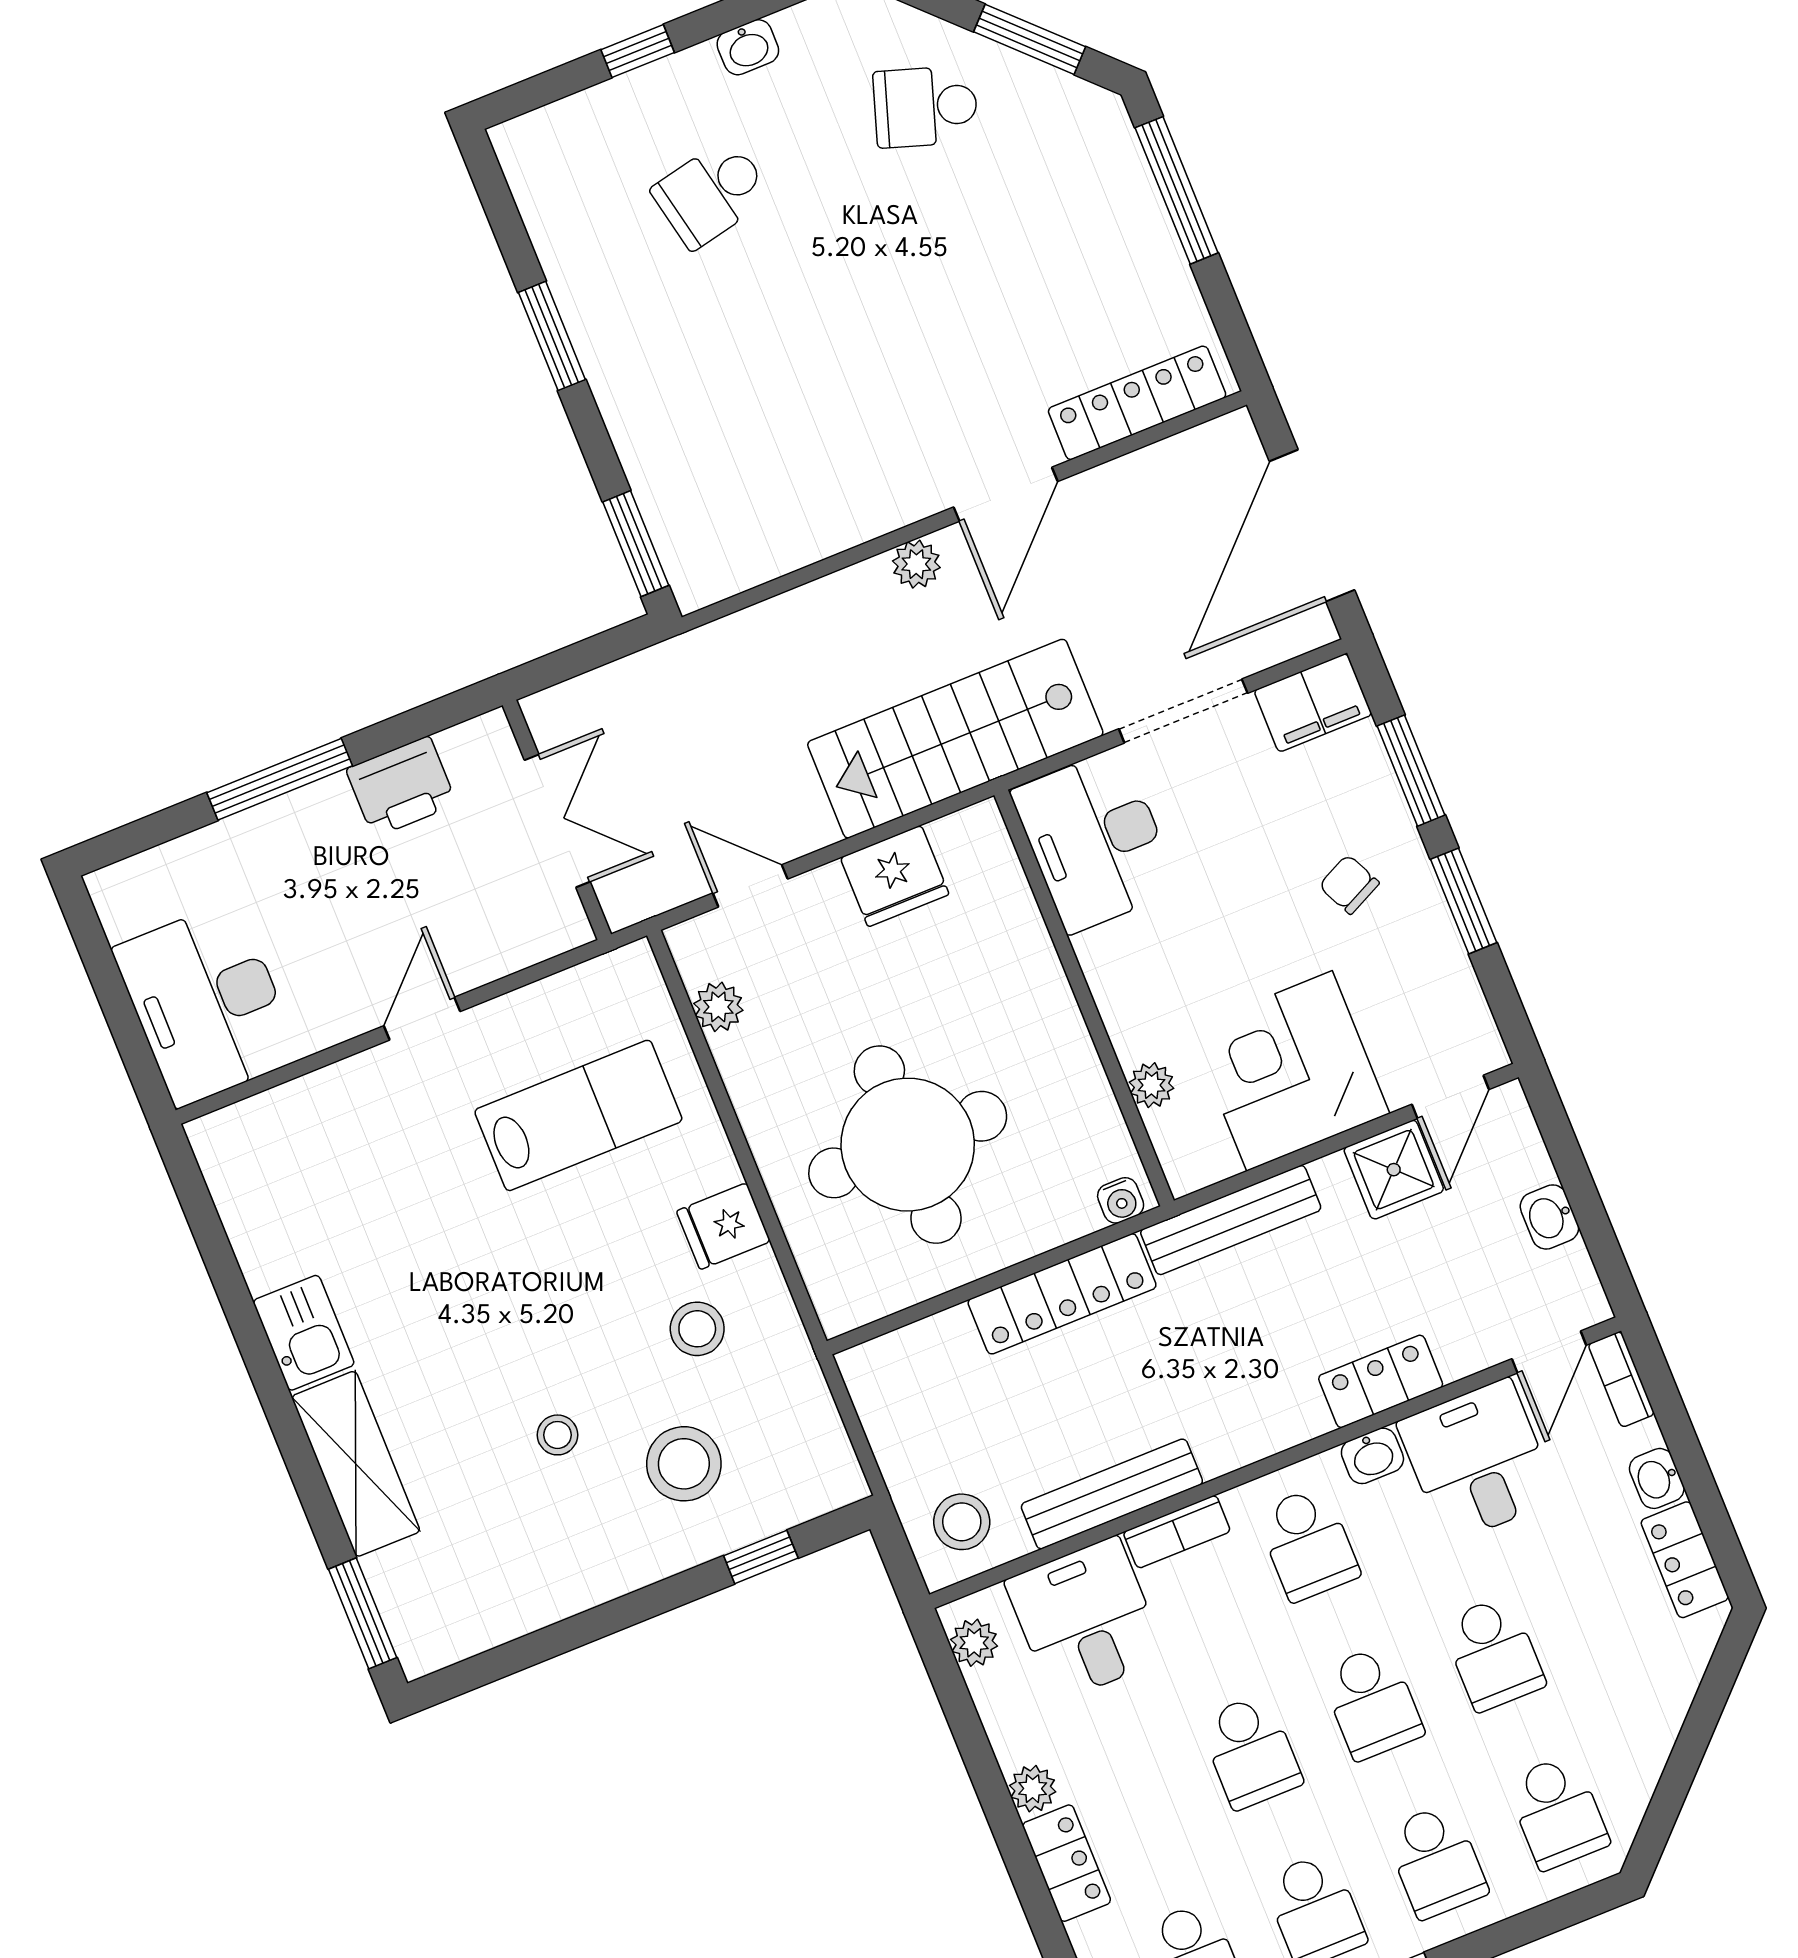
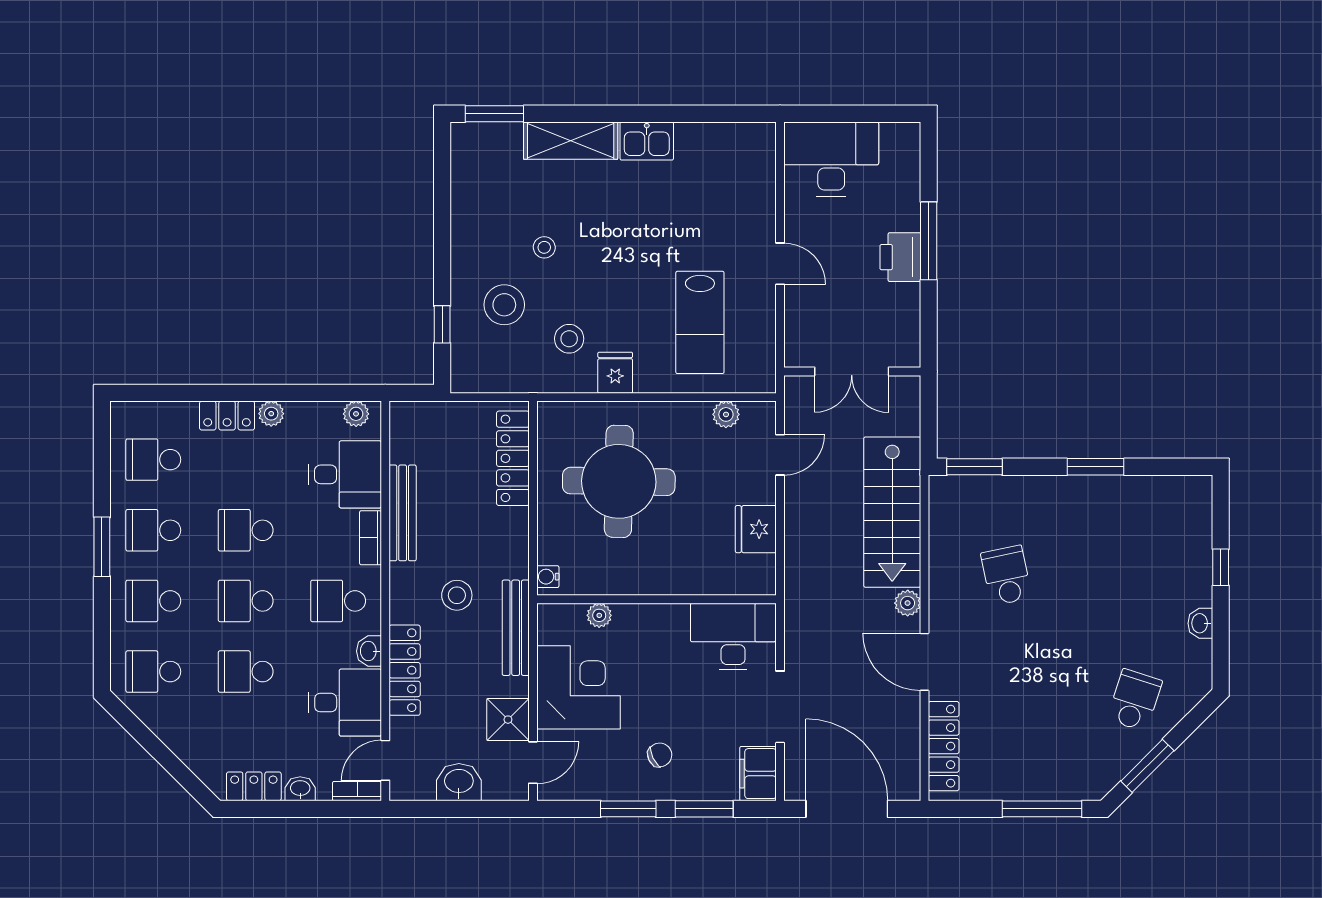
school desk: (711, 193) -> (1006, 575), moved
stairs: (955, 739) -> (892, 512), moved, turned 180
printer: (401, 787) -> (900, 257), moved
door: (1450, 1097) -> (533, 763), swing flipped
washbasin: (1549, 1217) -> (459, 782), width x1.38, depth x1.45
locker: (1062, 1294) -> (513, 458), moved
door: (1549, 1352) -> (385, 760), hinge flipped
locker: (1381, 1381) -> (405, 670), width x1.53
stool: (962, 1522) -> (457, 595), moved

